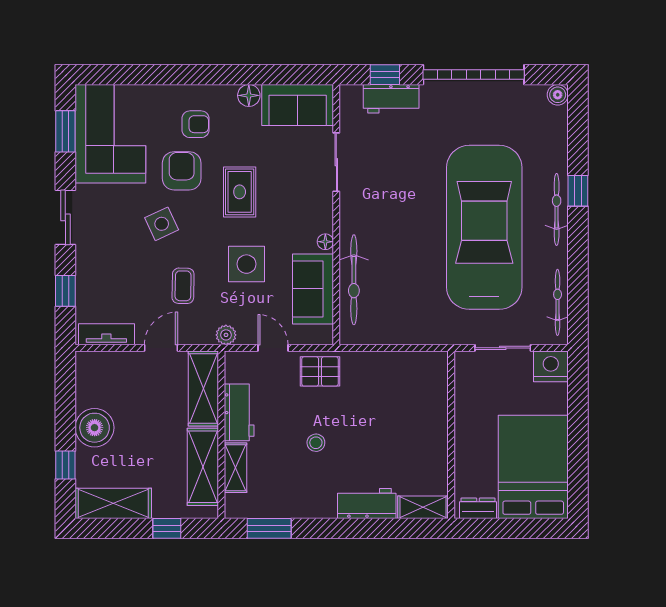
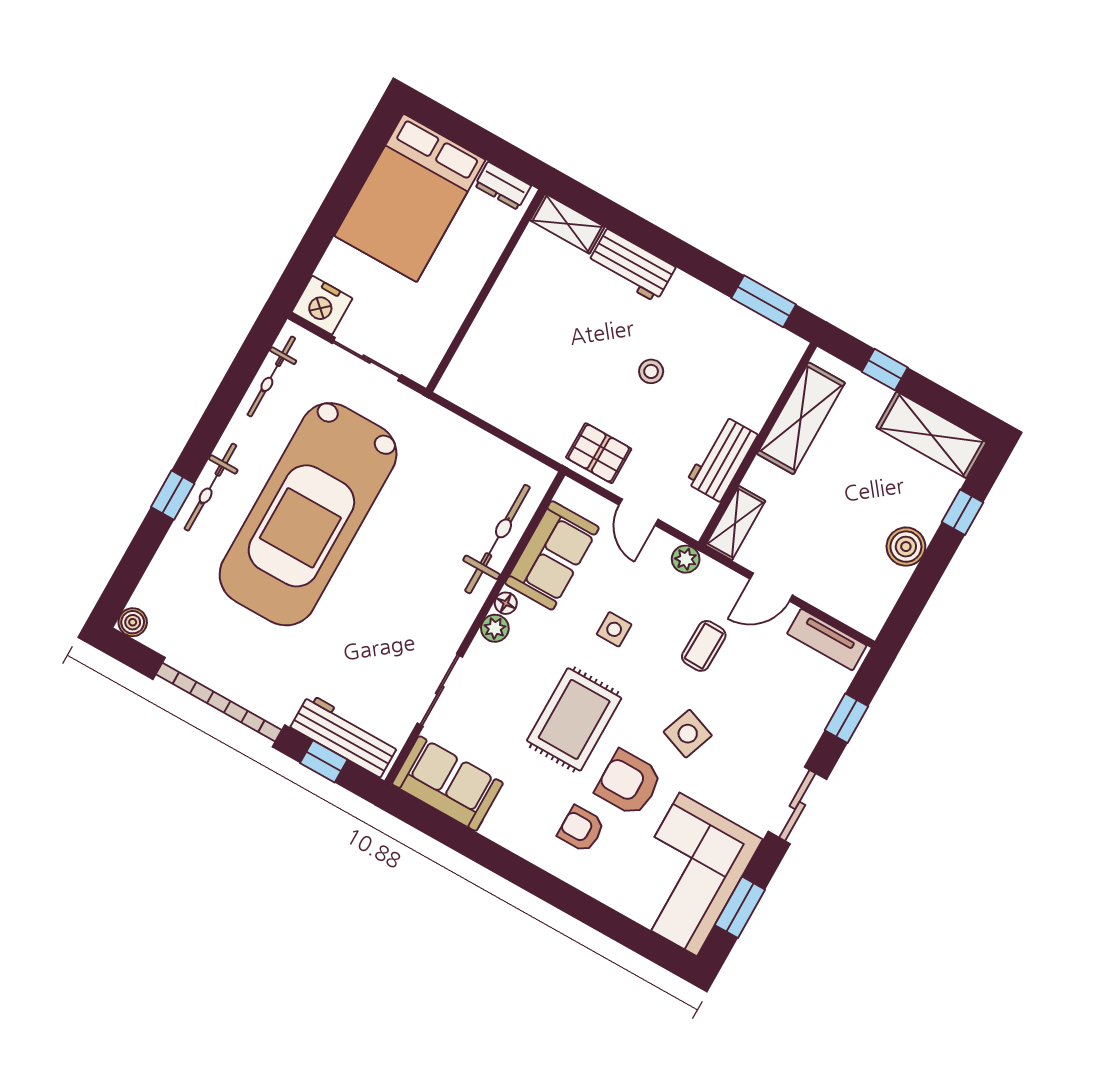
floor lamp: (249, 95) -> (499, 827), removed
workbench: (391, 99) -> (345, 736), width x1.38
armchair: (182, 171) -> (629, 783), turned 90
rug: (240, 192) -> (574, 719), width x1.36, depth x1.43
plant: (323, 222) -> (495, 628), added
side table: (162, 224) -> (688, 734), turned 45
side table: (246, 264) -> (614, 629), width x0.54, depth x0.54
shelving: (203, 389) -> (735, 523), width x0.67, depth x0.75
boiler: (95, 428) -> (906, 547), width x0.73, depth x0.73
shelving: (236, 468) -> (763, 396), removed

